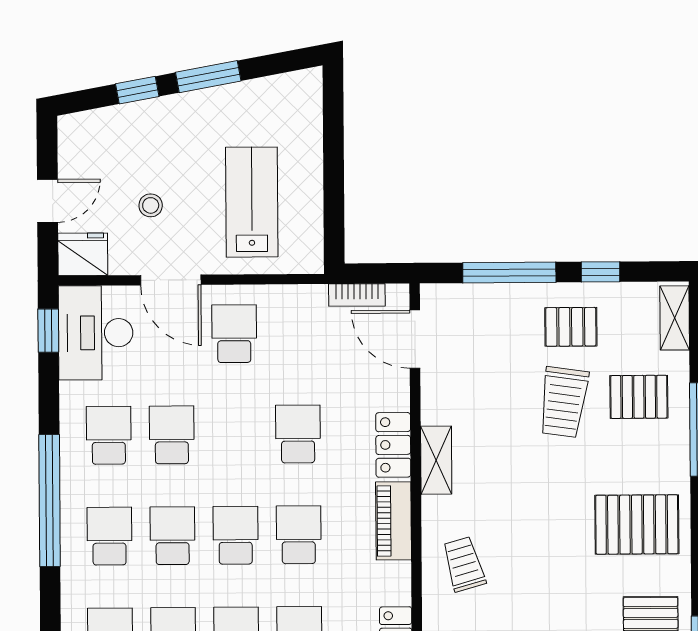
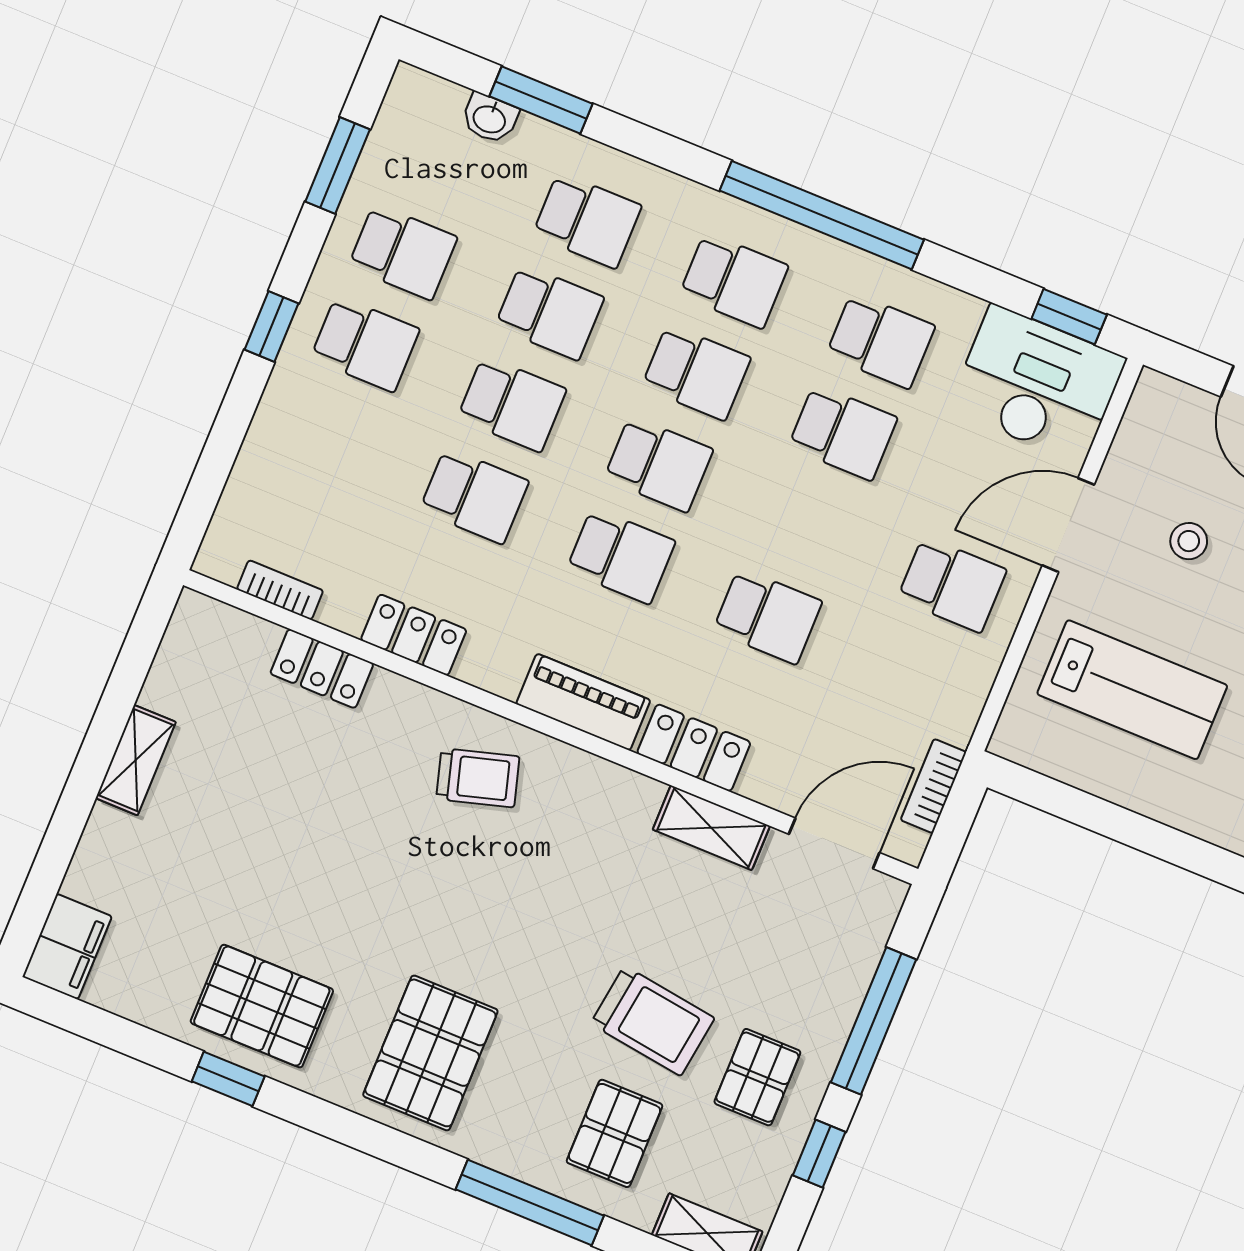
fridge: (83, 254) -> (1159, 413), removed
trolley: (564, 402) -> (653, 1021), turned 180
shelving: (436, 460) -> (711, 828), moved

